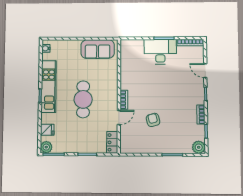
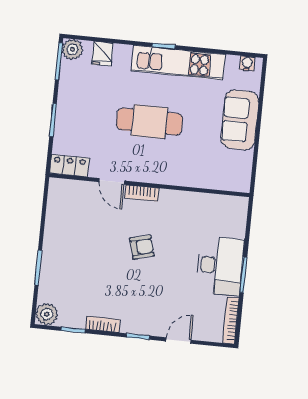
sofa: (98, 49) -> (240, 120), moved
armchair: (153, 120) -> (142, 247), moved

